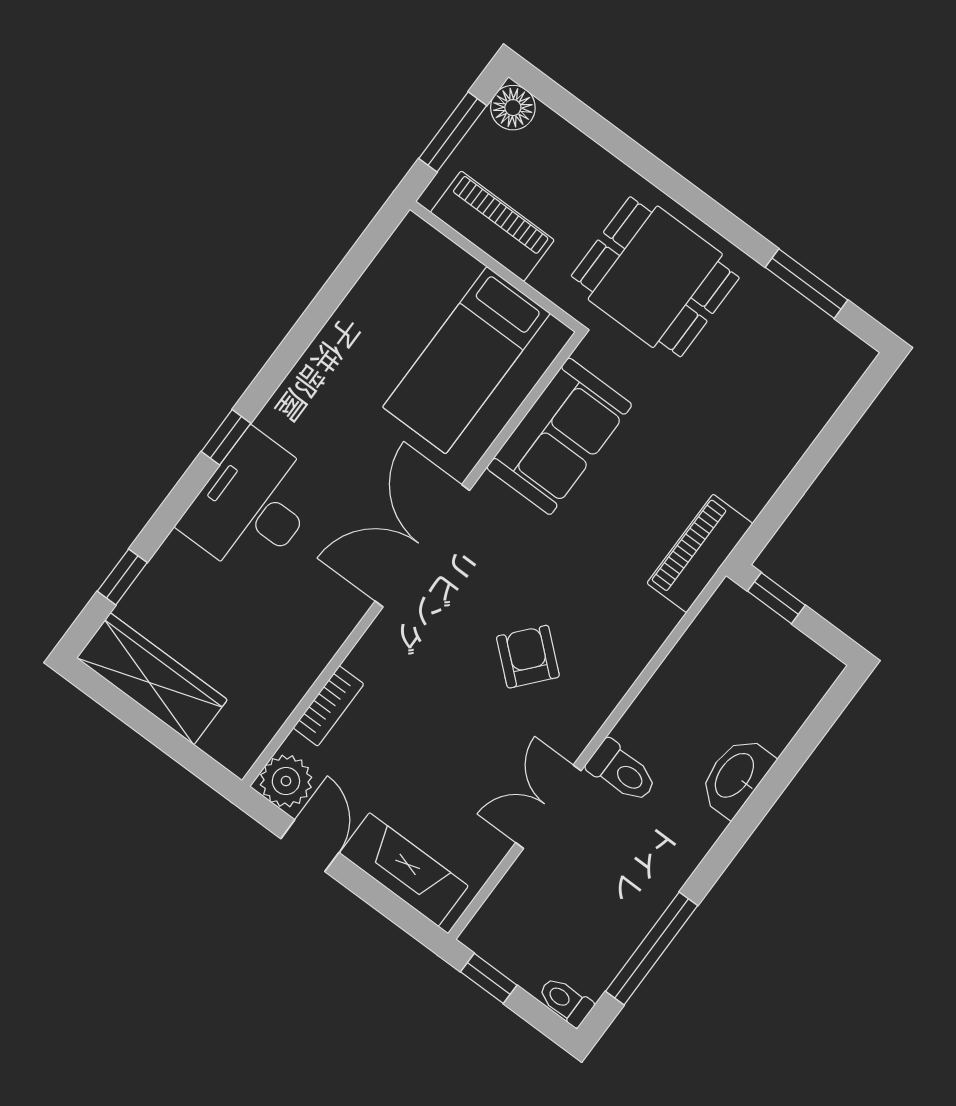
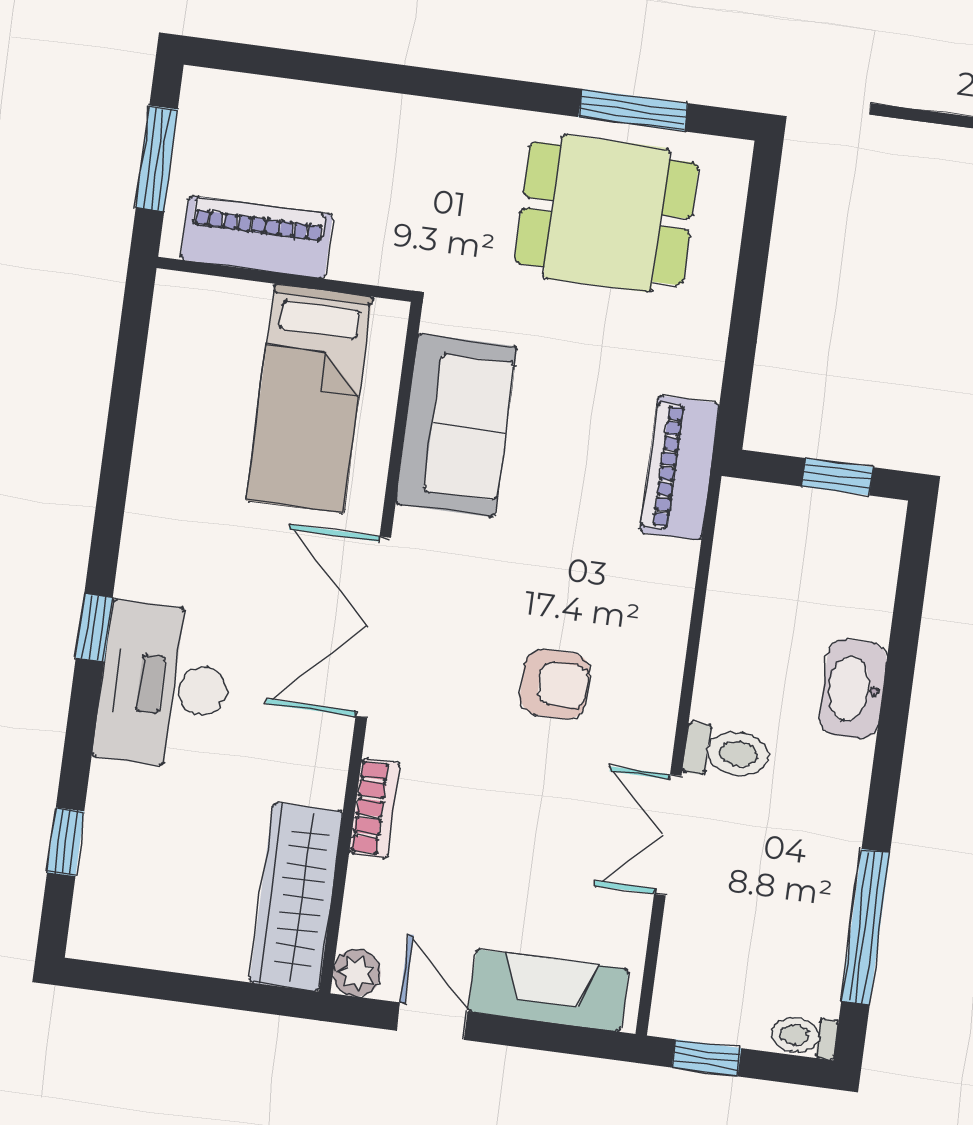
floor lamp: (513, 108) -> (208, 96), removed
dining table: (655, 277) -> (607, 213), moved
window: (776, 598) -> (837, 477), moved
armchair: (528, 657) -> (555, 684), turned 139
wardrobe: (152, 679) -> (296, 897), moved, turned -90
bookcase: (328, 706) -> (374, 808), moved
plant: (286, 781) -> (357, 973), width x0.73, depth x0.73

